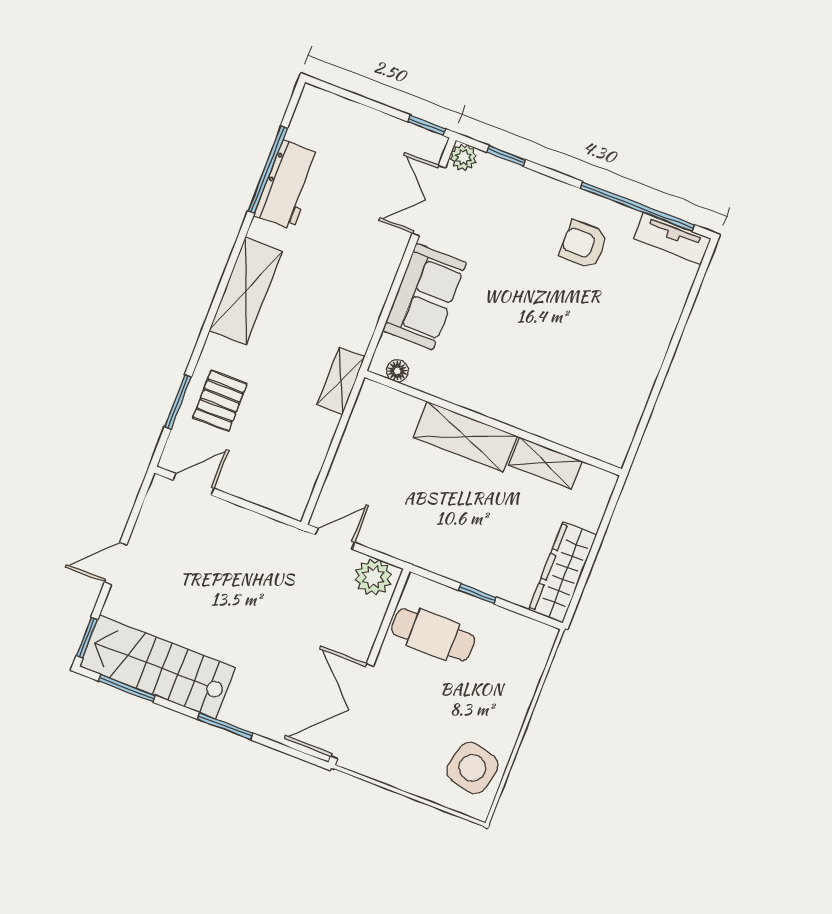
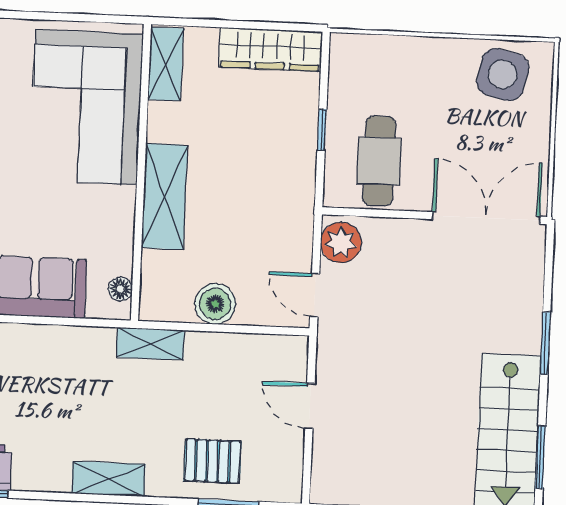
shelving: (246, 291) -> (108, 479), width x0.67, depth x0.75
corner sofa: (566, 394) -> (86, 107), added
boiler: (357, 449) -> (215, 304), added
shelving: (546, 463) -> (166, 64), moved
door: (194, 484) -> (310, 406), moved
double door: (352, 711) -> (486, 218), swing flipped

